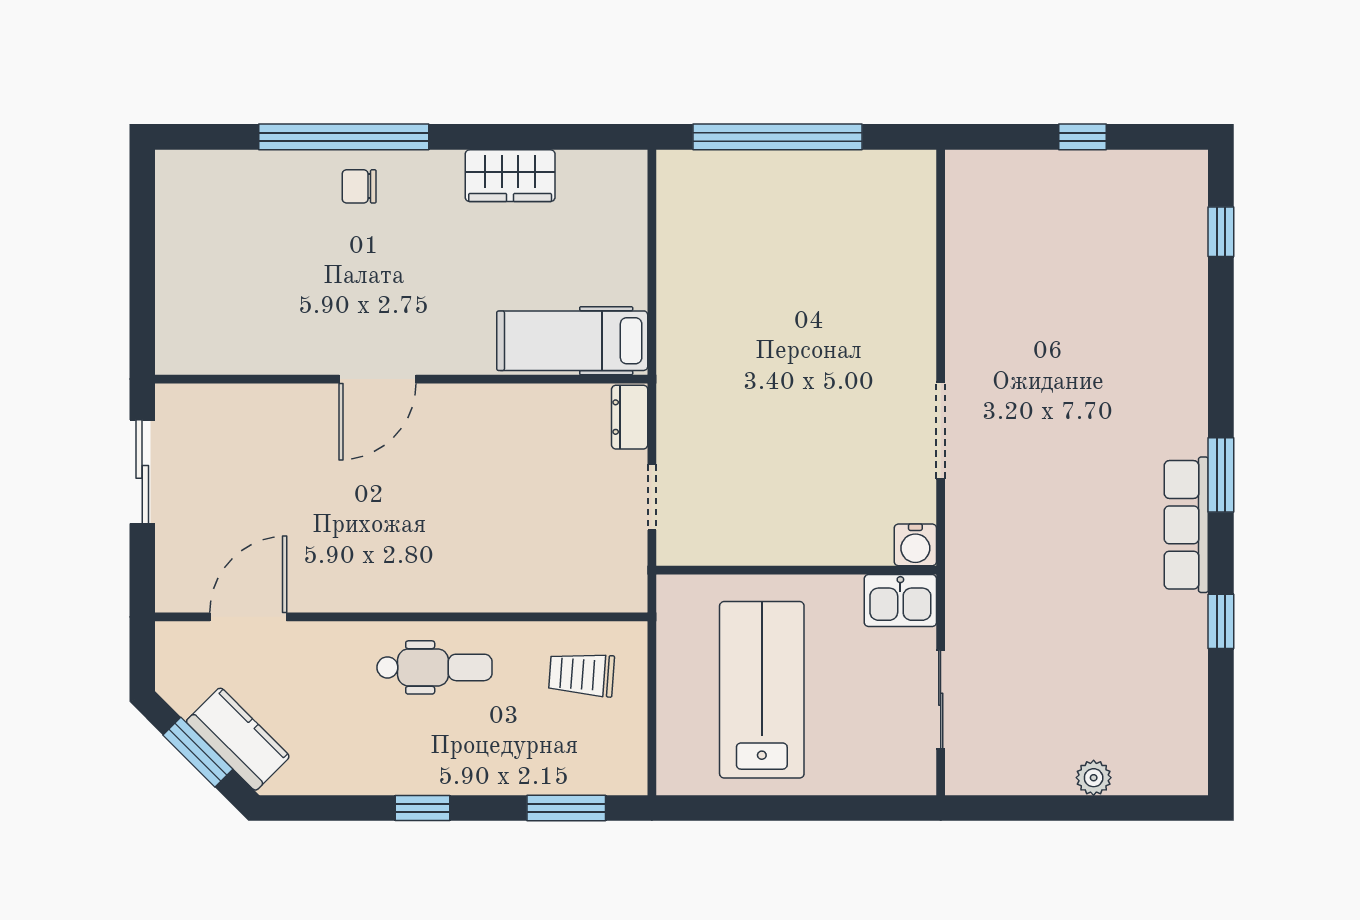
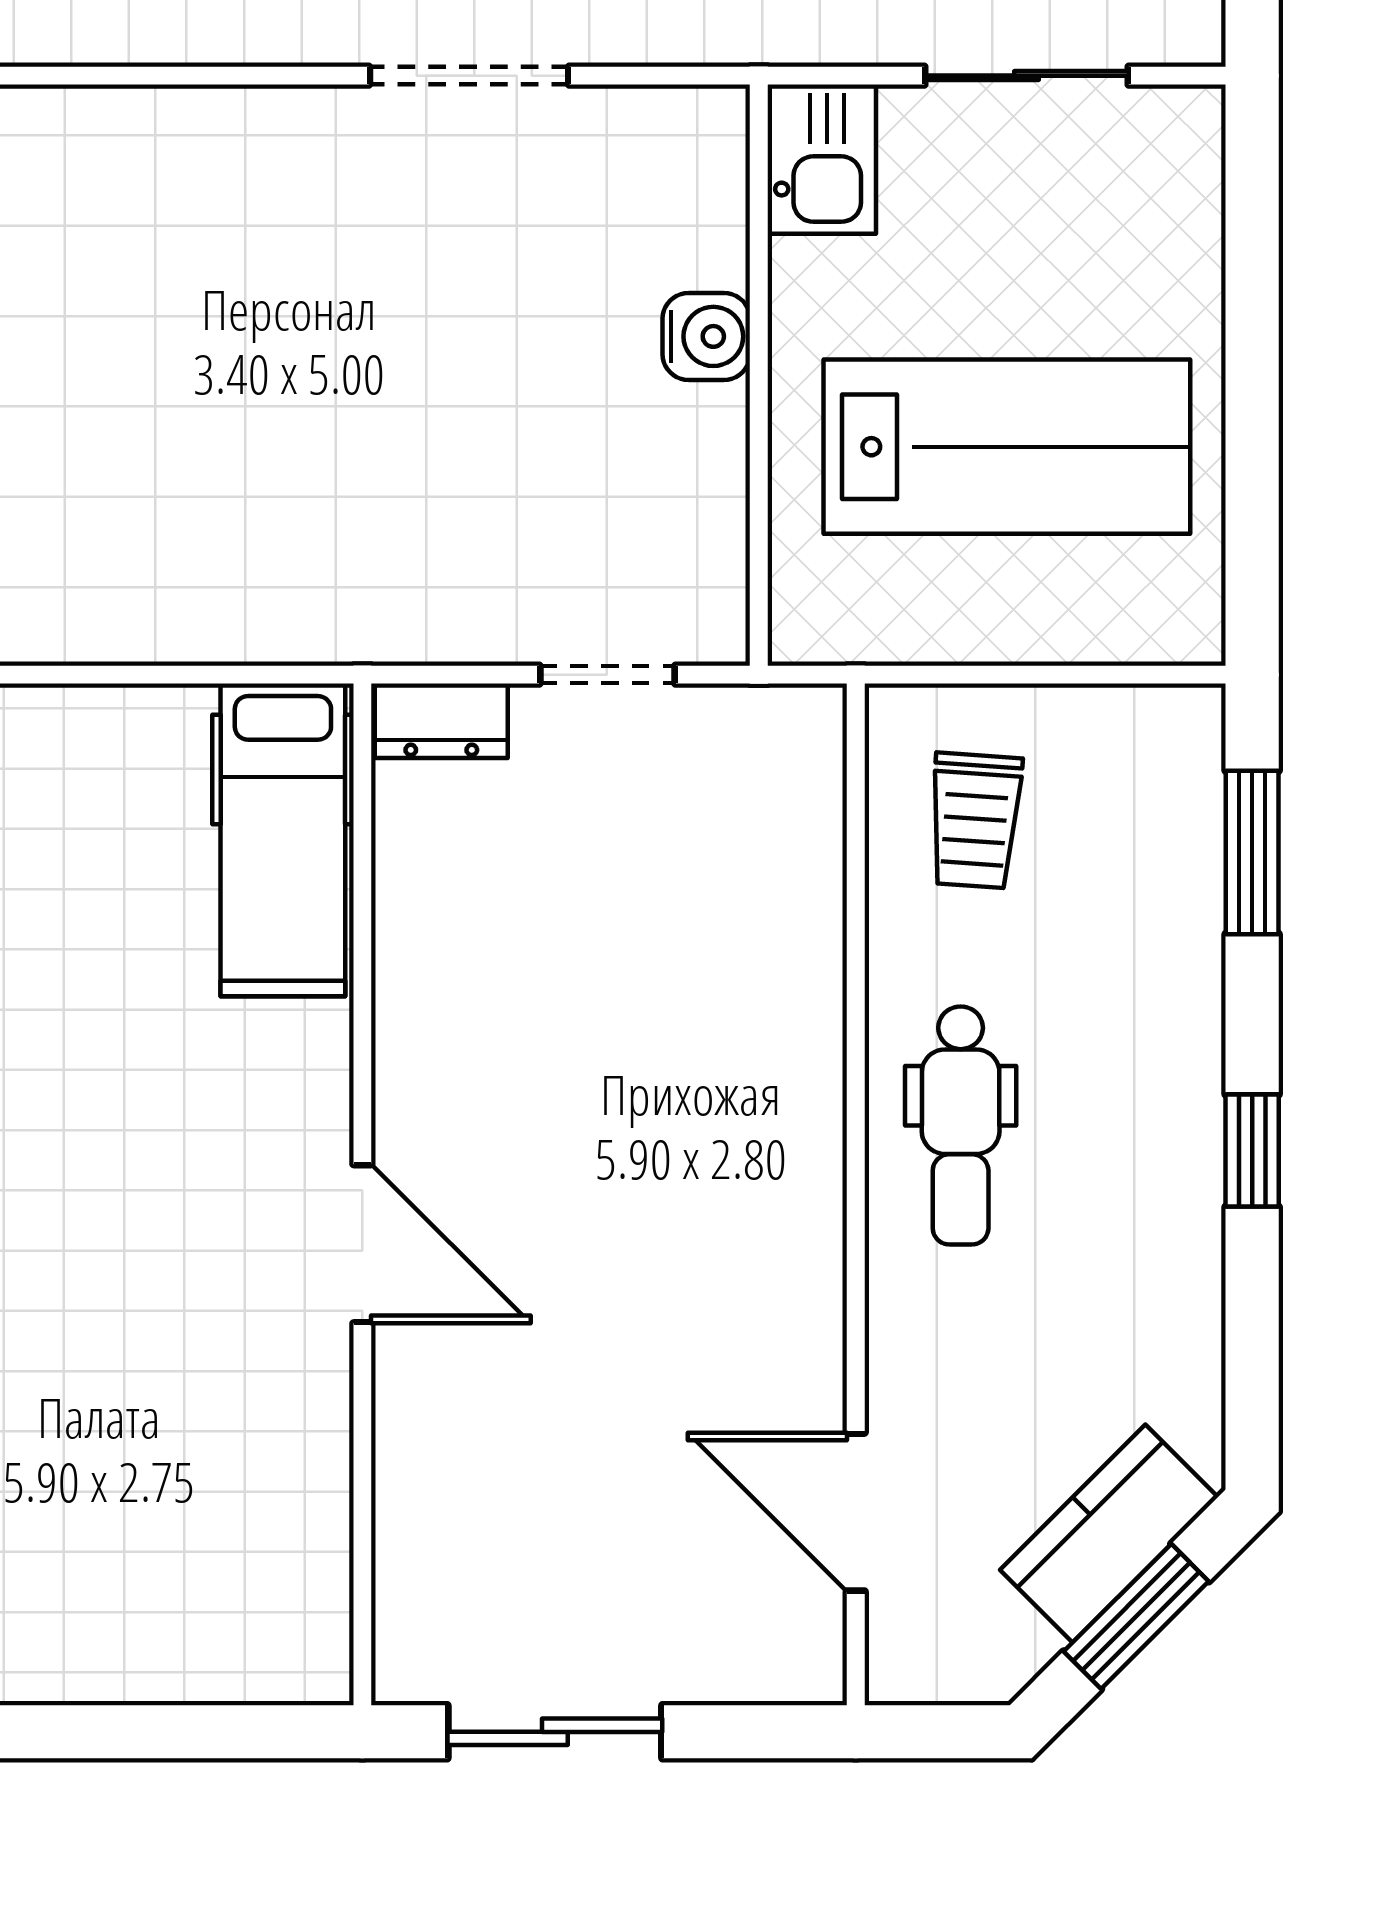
water cooler: (915, 545) -> (706, 336), moved
dental chair: (435, 667) -> (961, 1126), turned 180
lab bench: (762, 690) -> (1007, 447), turned 180

